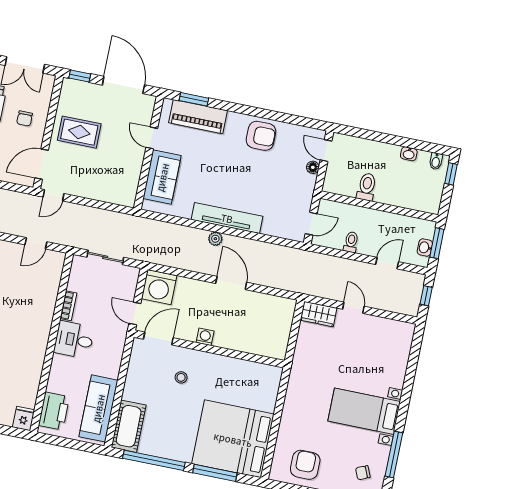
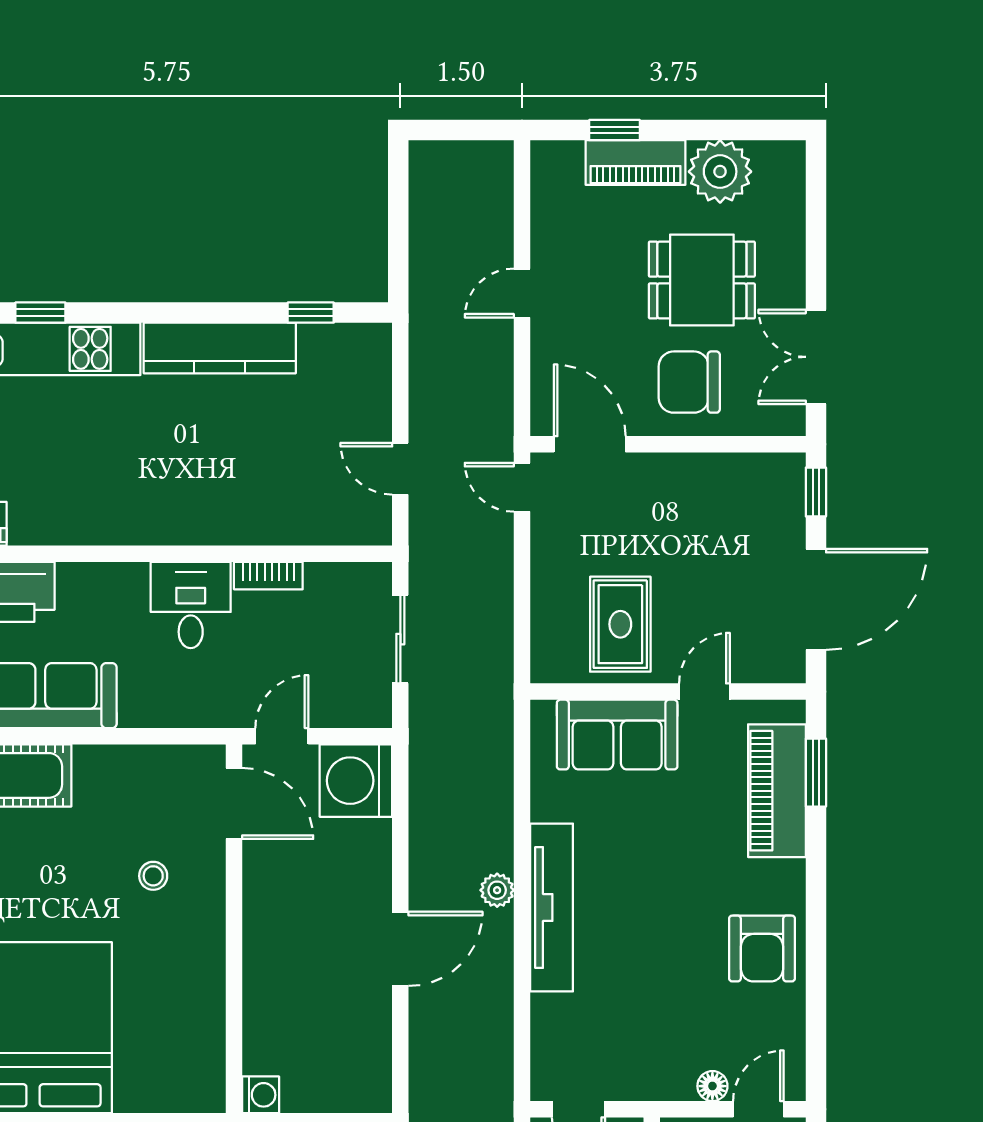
chair: (25, 119) -> (689, 382), width x1.87, depth x1.87
rug: (79, 132) -> (620, 624), moved
washing machine: (205, 337) -> (261, 1095), moved

